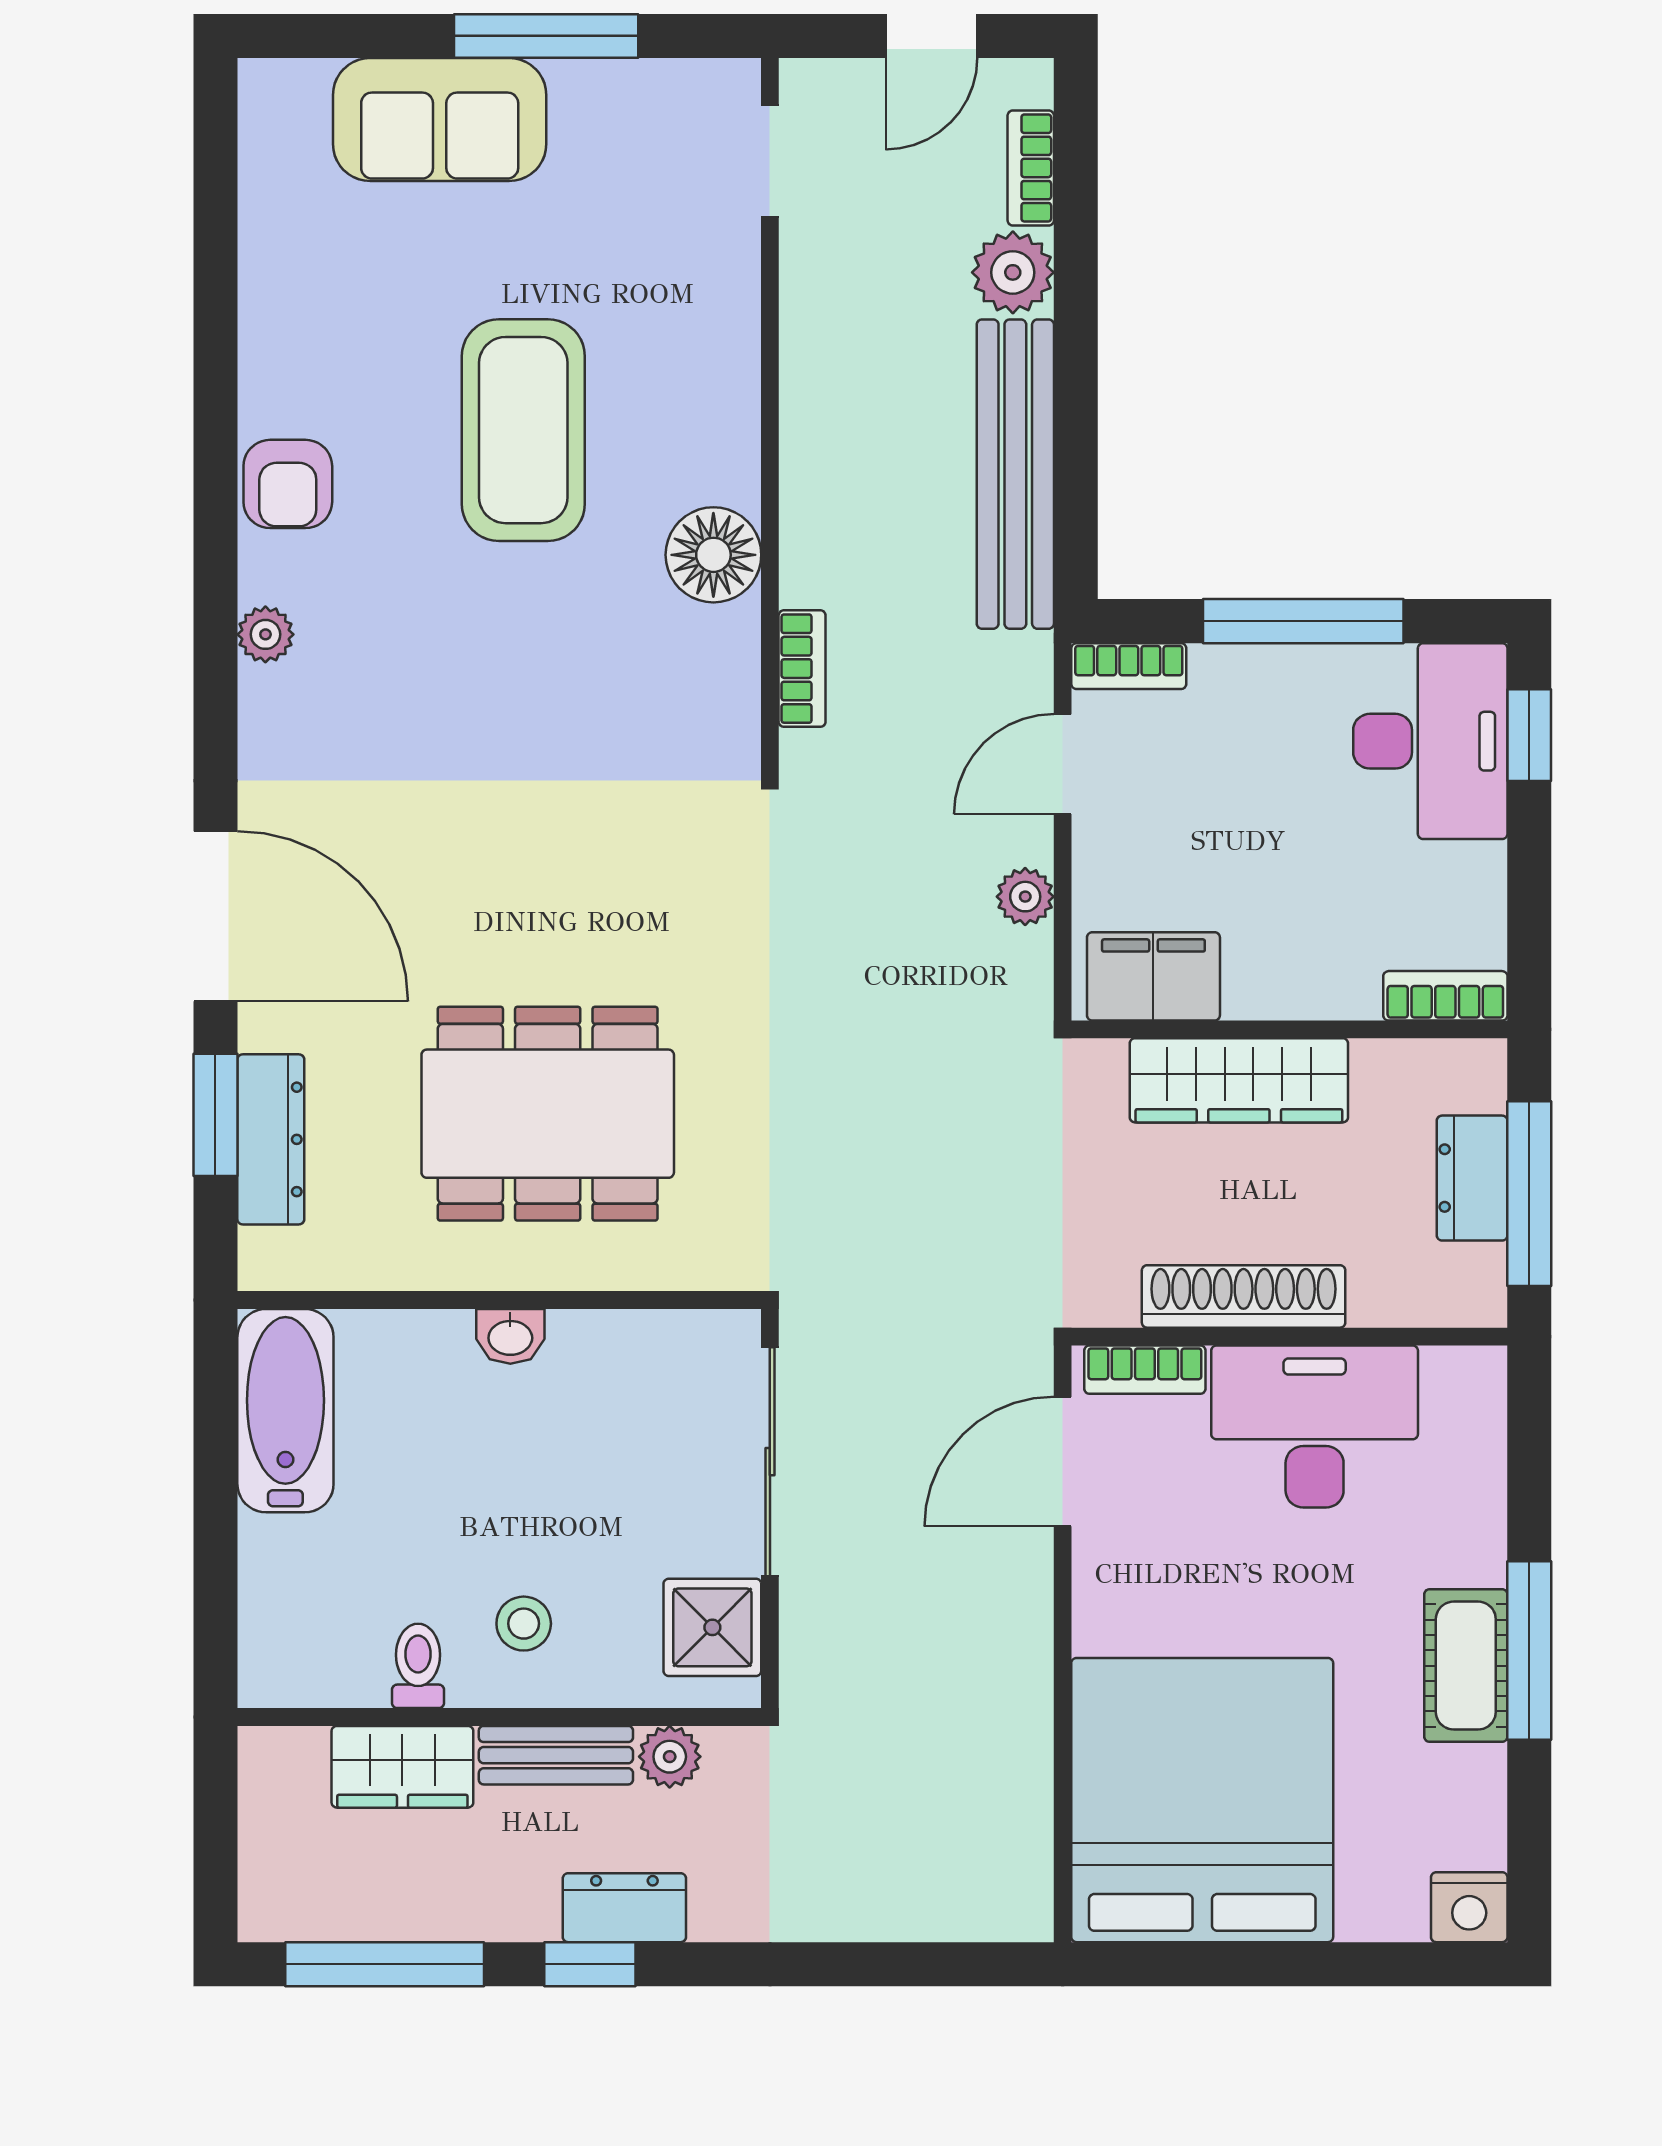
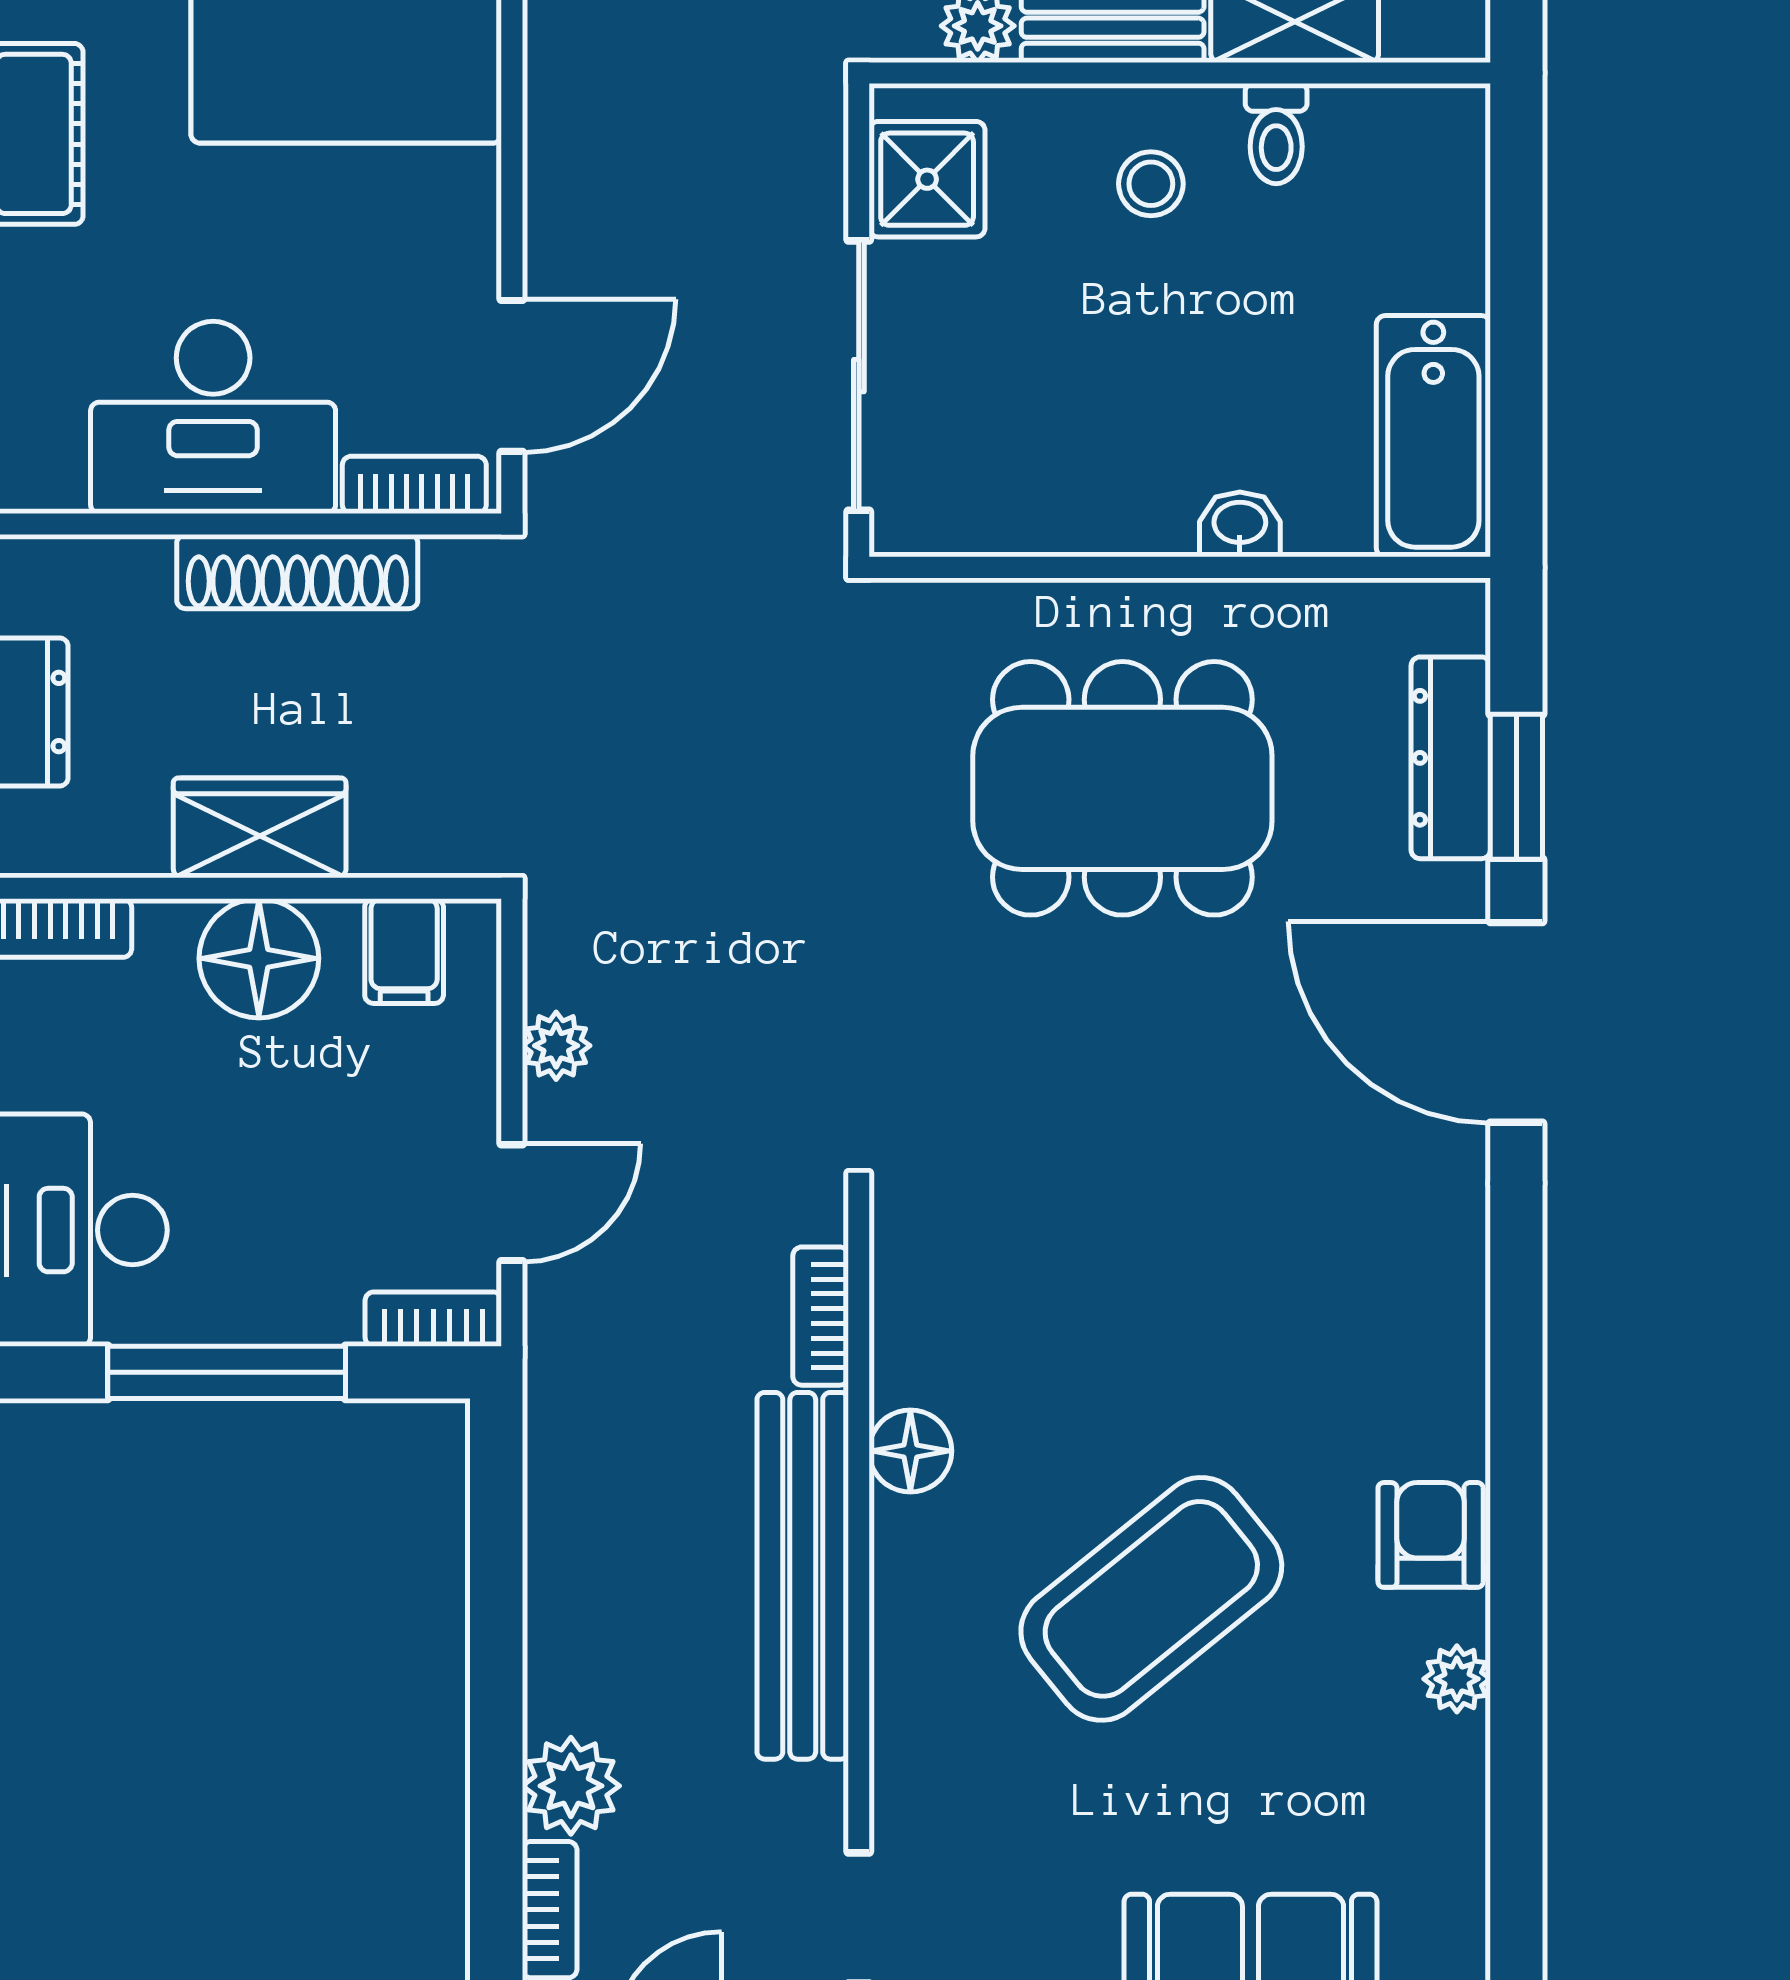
coffee table: (523, 430) -> (1151, 1599), turned 51
bench: (1015, 474) -> (803, 1576), moved
floor lamp: (713, 555) -> (910, 1451), width x0.73, depth x0.73
plant: (265, 634) -> (1457, 1679), moved
floor lamp: (1276, 970) -> (259, 958), added
filing cabinet: (1153, 976) -> (404, 951), width x0.50
wardrobe: (1239, 1080) -> (260, 828), width x0.67
washbasin: (510, 1336) -> (1240, 524), moved

